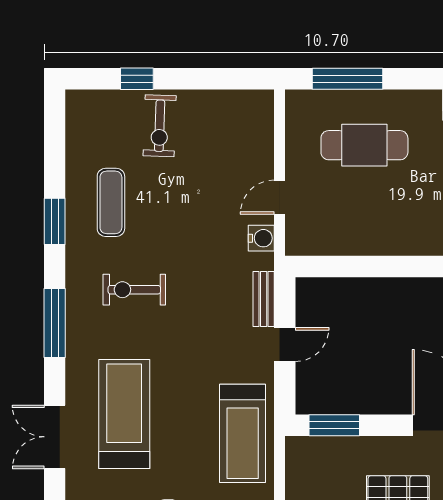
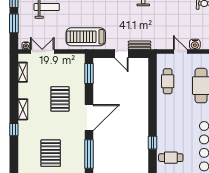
cafe table: (354, 229) -> (168, 81), added
water cooler: (261, 238) -> (195, 44), moved

